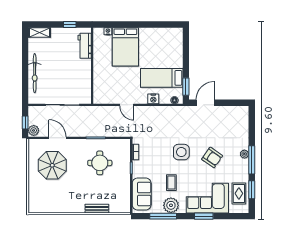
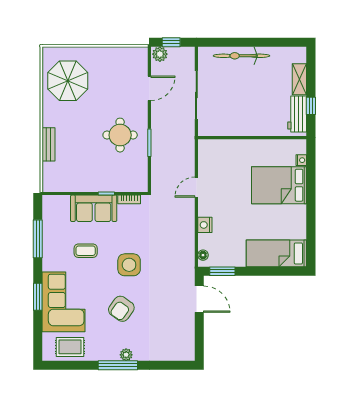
shelving: (39, 33) -> (299, 79), moved
workbench: (85, 46) -> (297, 114), moved, turned -90
bed: (162, 78) -> (276, 253), moved, turned -90
round table: (100, 163) -> (120, 135), moved
parasol: (52, 165) -> (68, 81), moved
window: (252, 190) -> (75, 365), removed
sofa: (142, 194) -> (94, 208), moved
plant: (171, 205) -> (53, 250), removed

